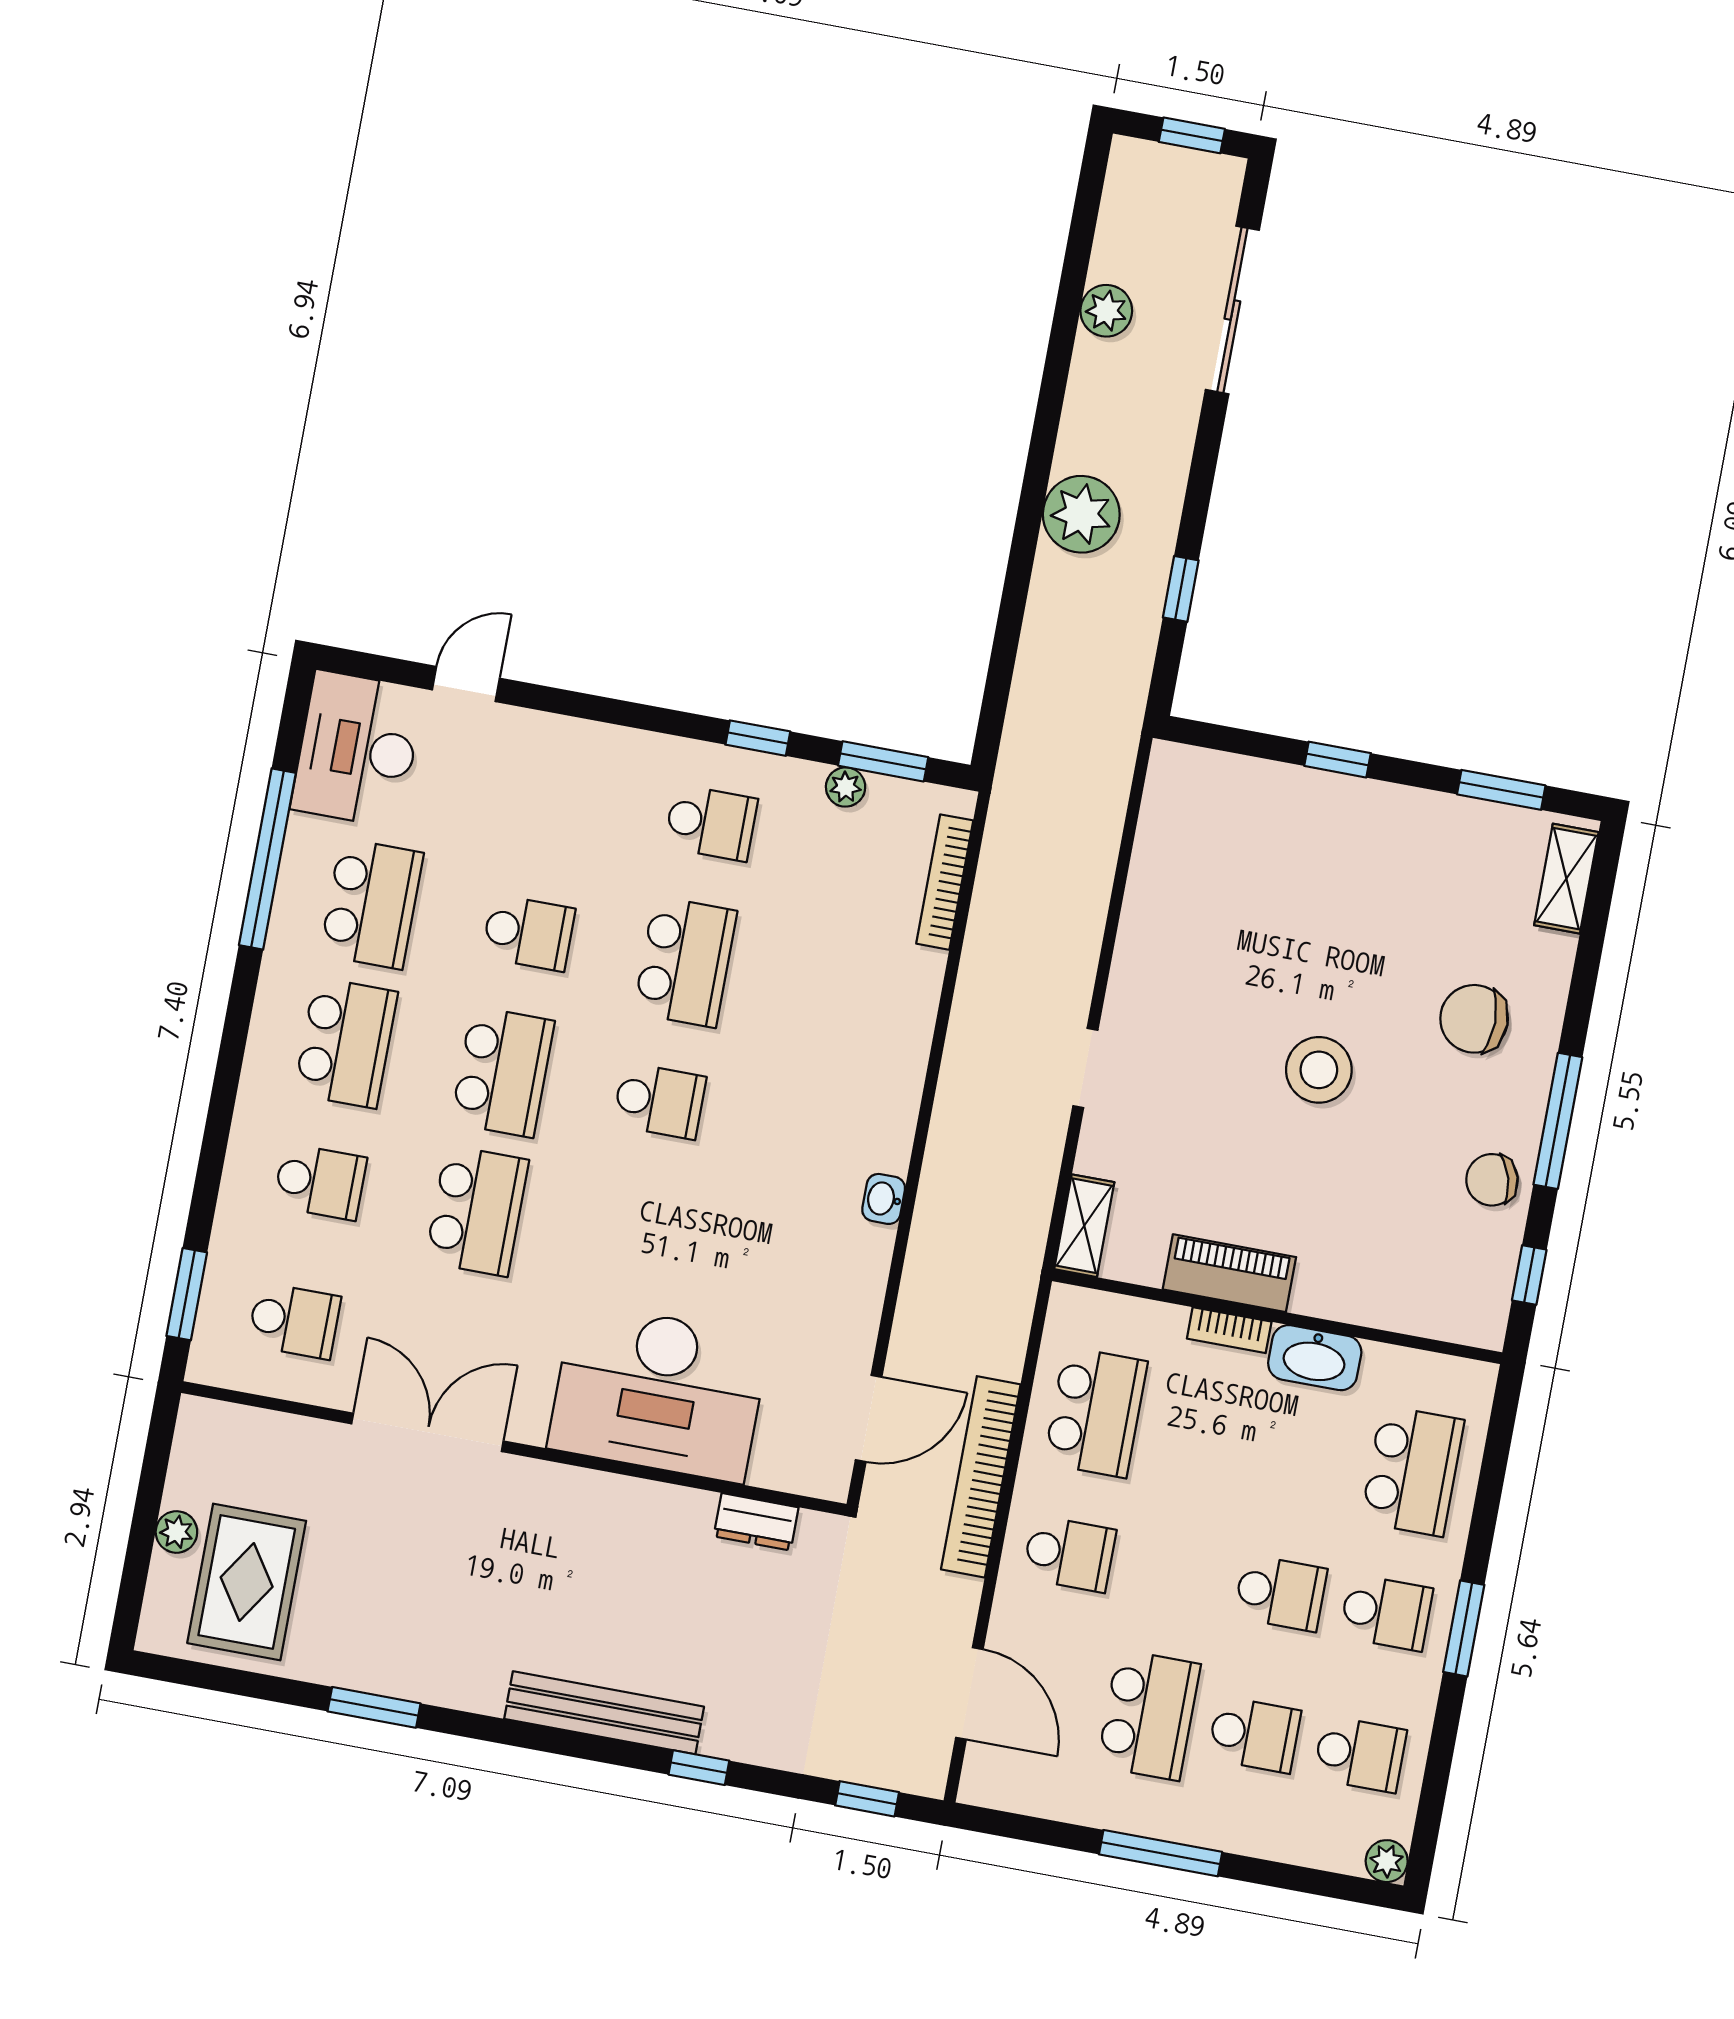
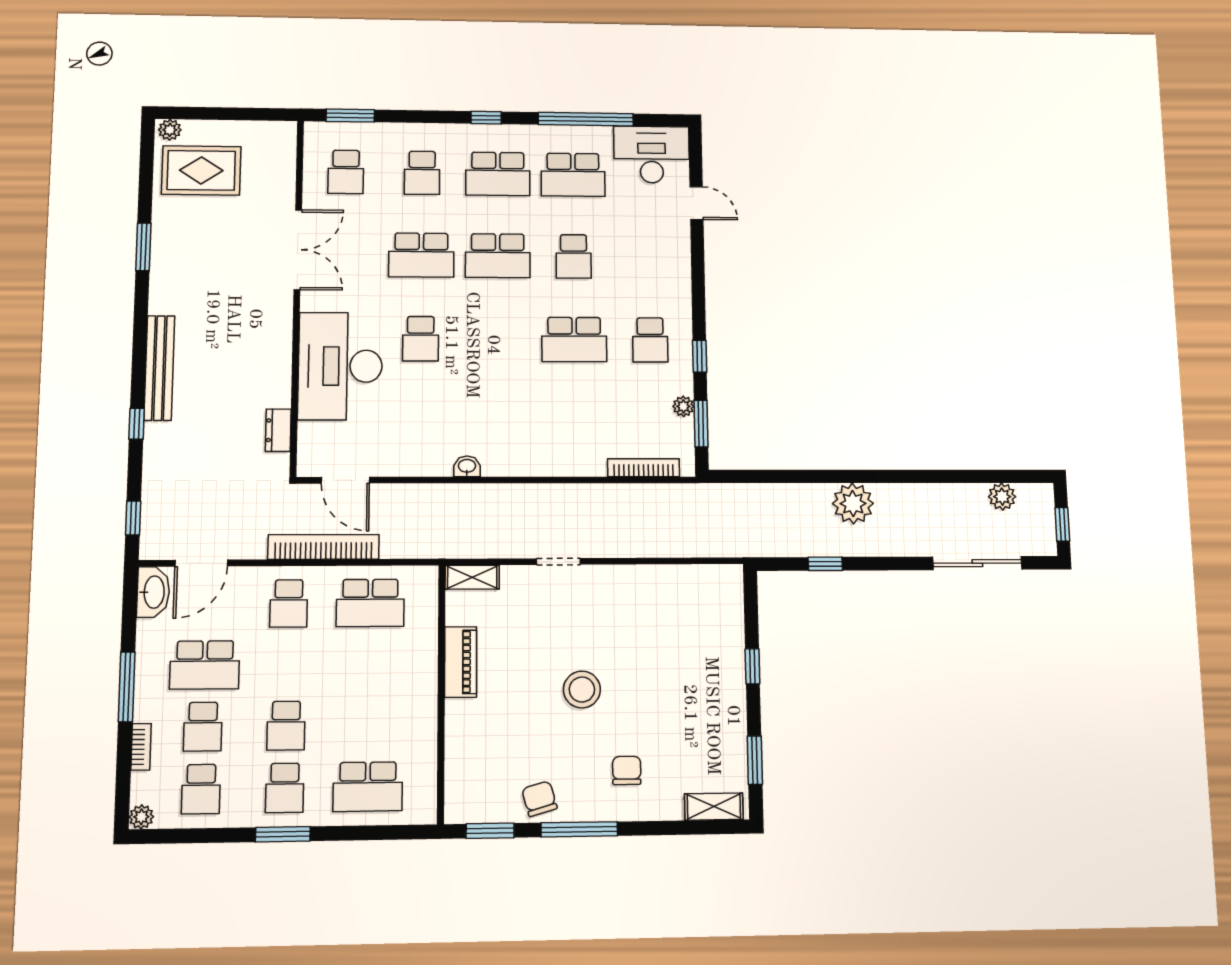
plant: (1106, 311) -> (1002, 497), moved
chair: (1474, 1019) -> (627, 770), width x0.73, depth x0.73
window: (233, 1044) -> (486, 118), added
school desk: (659, 1101) -> (421, 339), moved
window: (1529, 1275) -> (490, 831), width x1.50
bookcase: (1229, 1330) -> (141, 747), moved, turned 180
washbasin: (1315, 1358) -> (153, 592), moved, turned 180
plant: (176, 1532) -> (170, 130), moved

